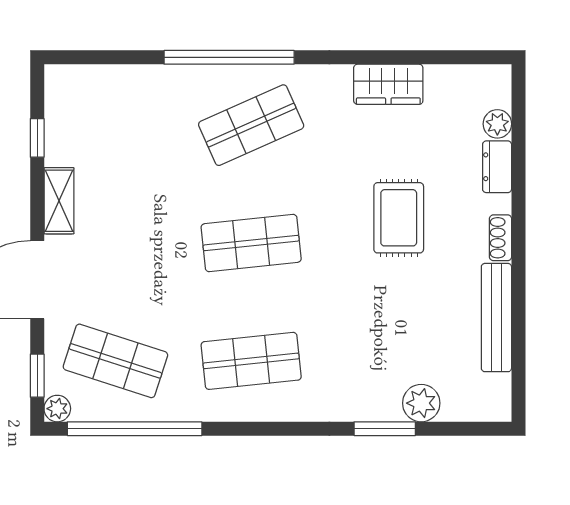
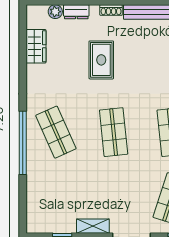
wardrobe: (388, 84) -> (36, 46), moved
rug: (399, 218) -> (101, 60), turned 90

